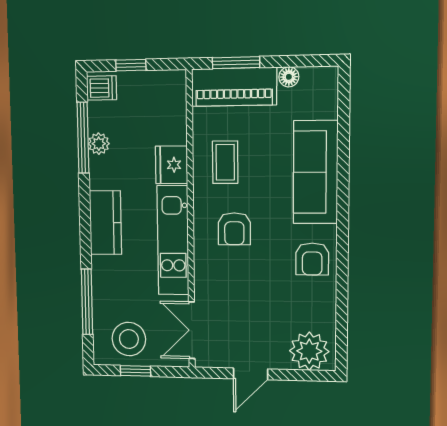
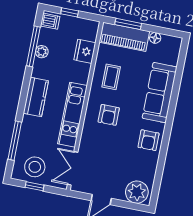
fridge: (171, 165) -> (85, 51), moved

